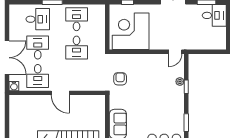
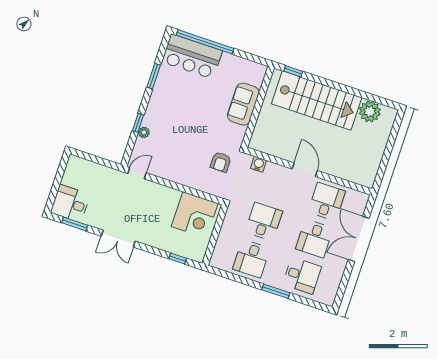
desk: (38, 19) -> (302, 276), turned 180
corner desk: (131, 31) -> (195, 215), width x0.74, depth x0.74
water cooler: (14, 86) -> (259, 164), moved

